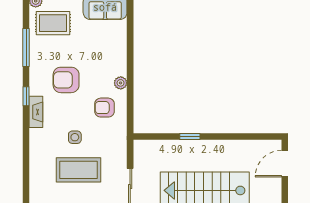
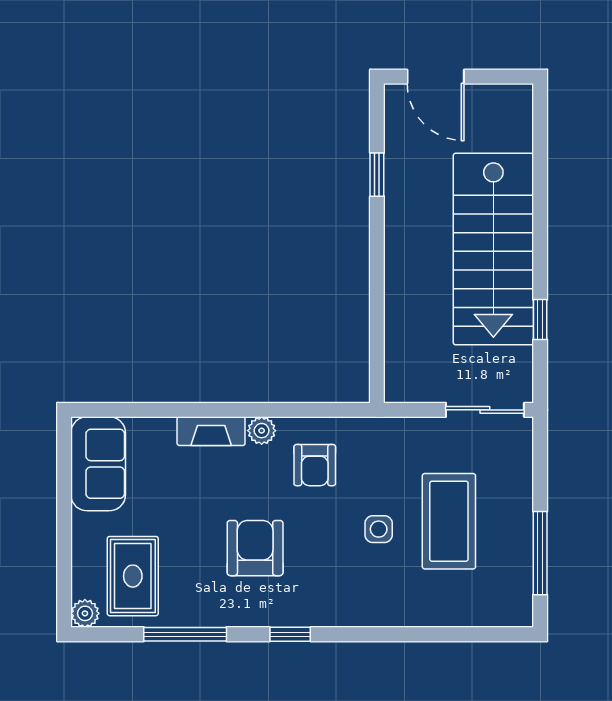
armchair: (66, 80) -> (255, 548), turned 180
fireplace: (36, 112) -> (211, 431), moved, turned 180
window: (190, 136) -> (377, 175), moved

